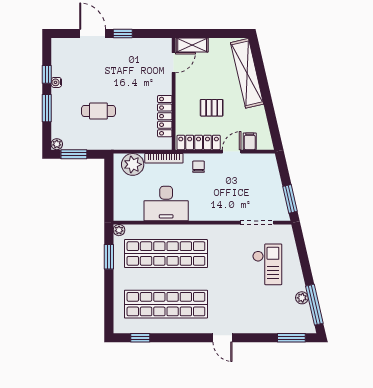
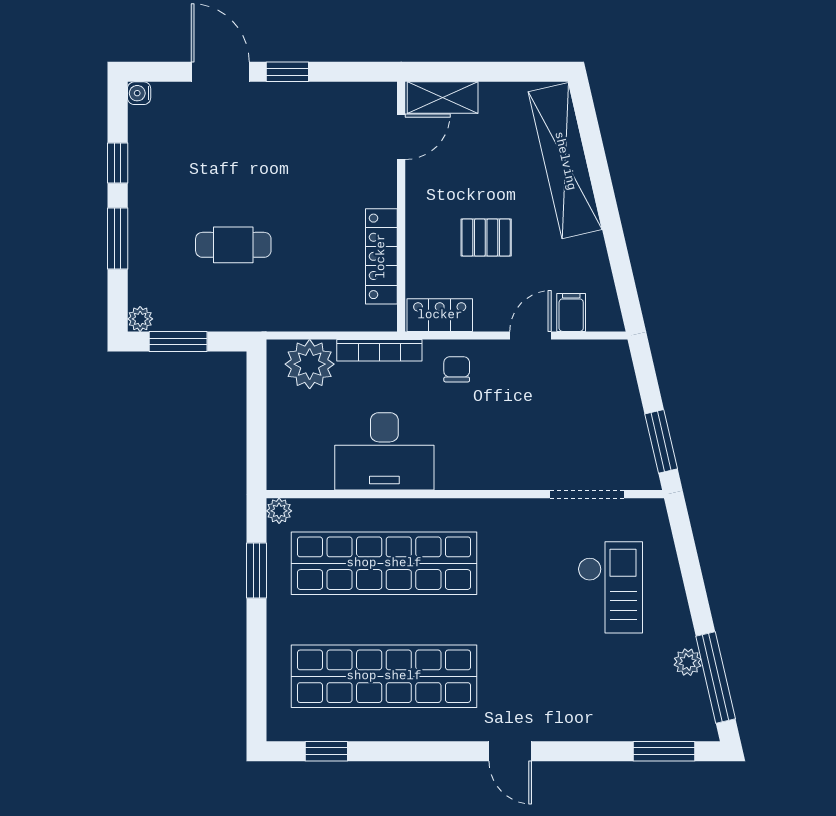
water cooler: (56, 82) -> (139, 93), moved
locker: (199, 142) -> (440, 315), width x0.66

